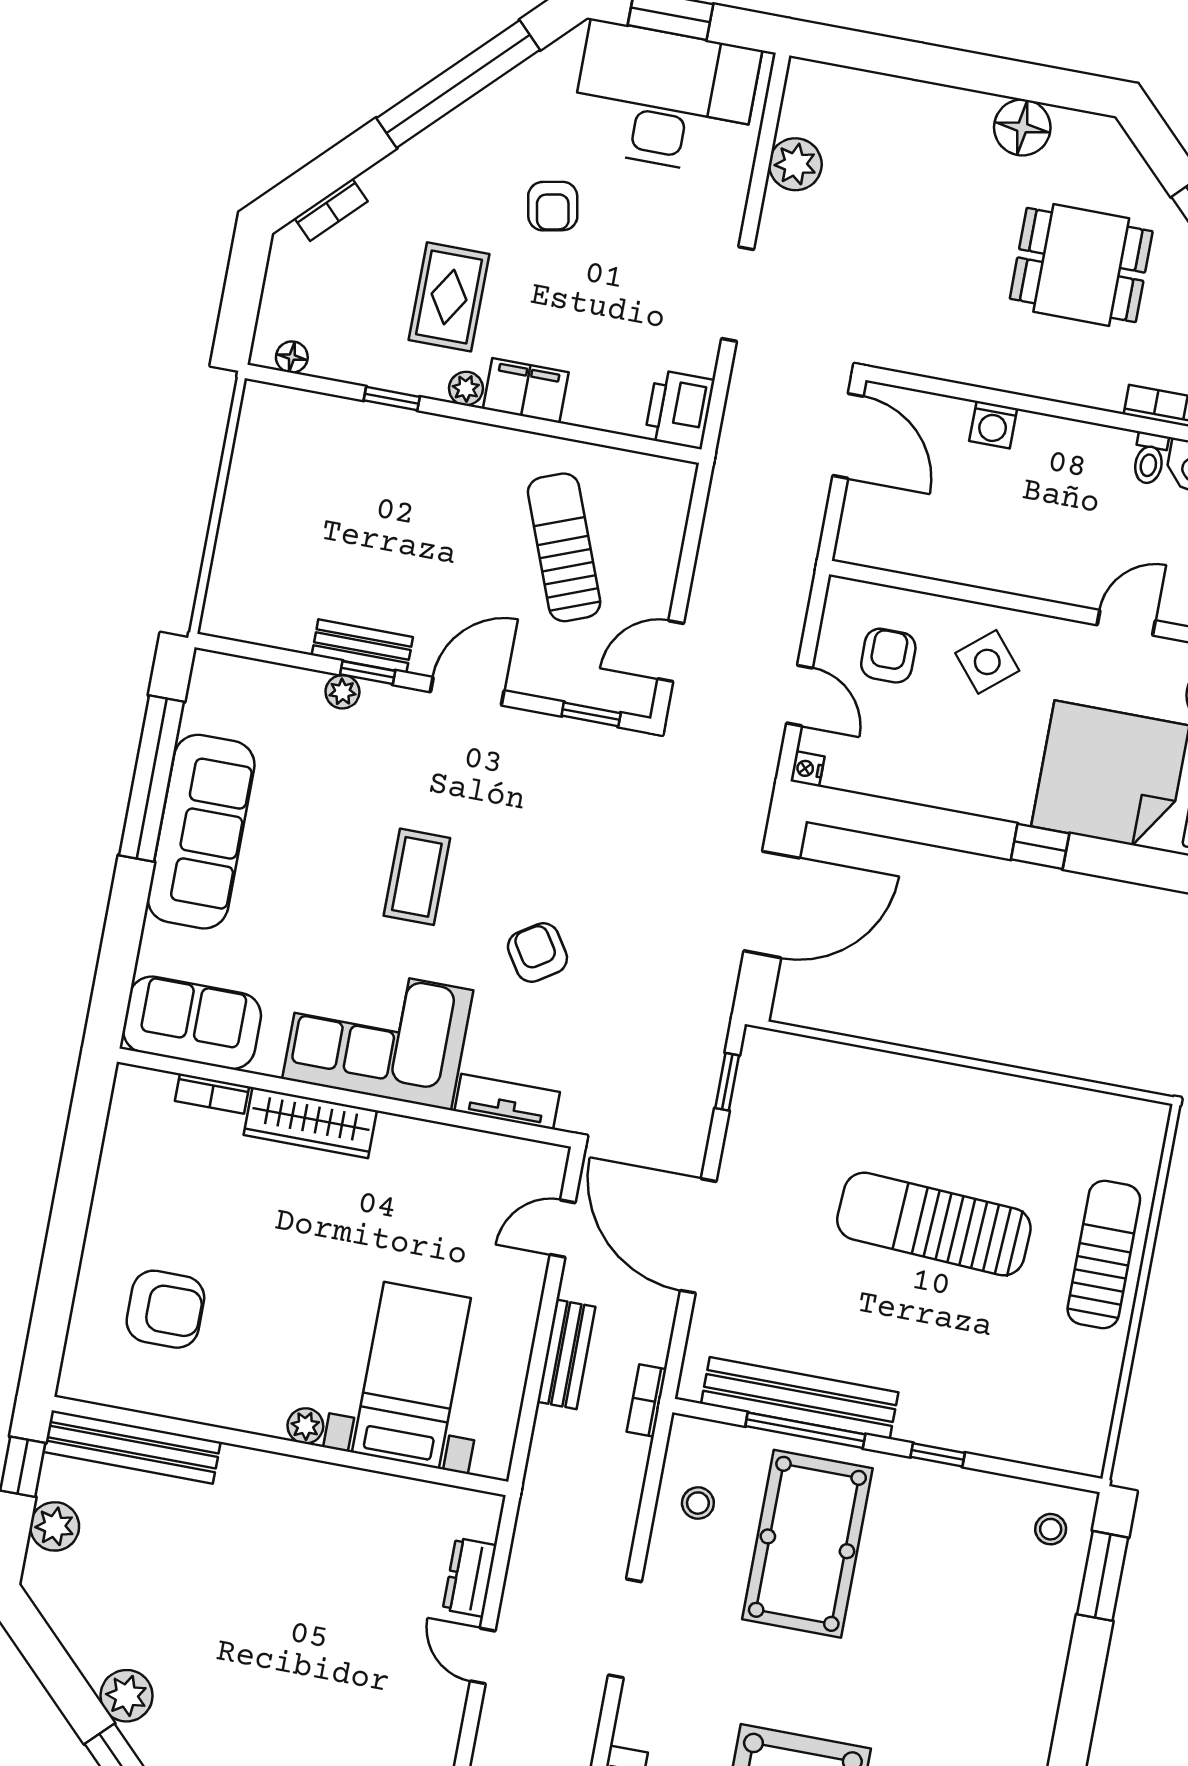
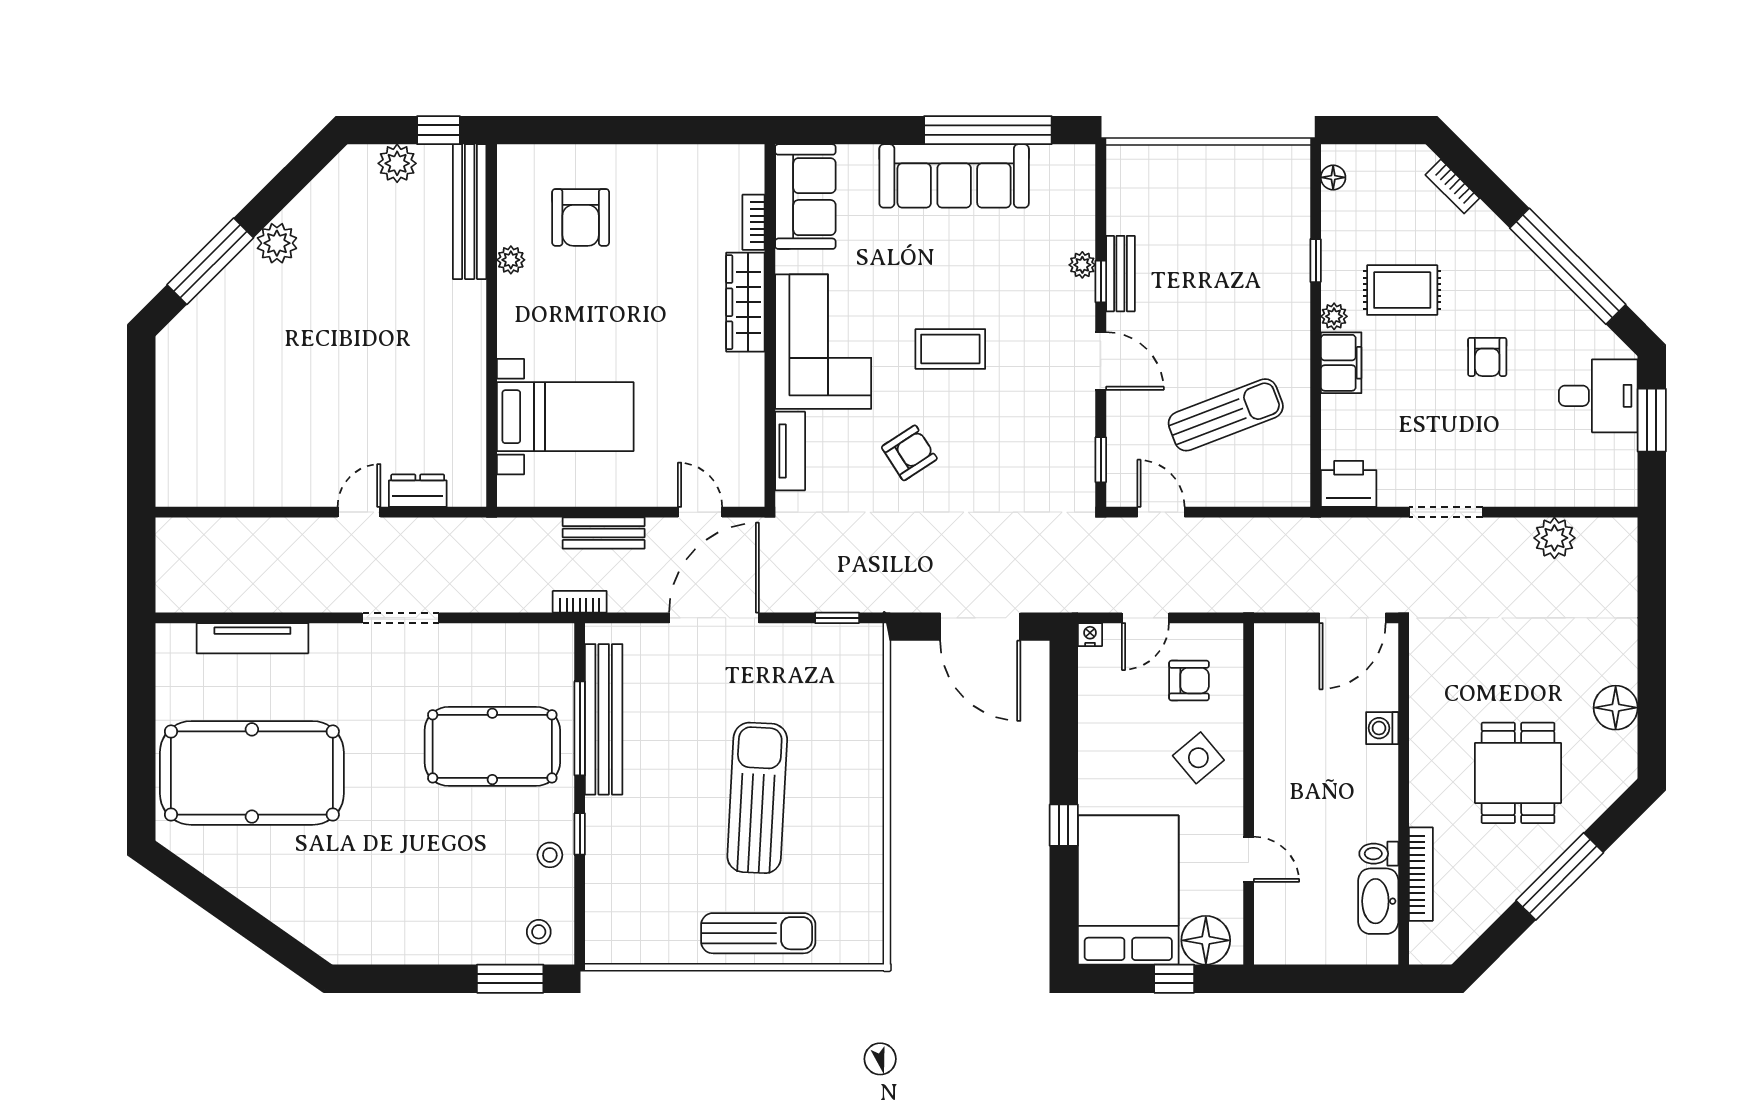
desk: (665, 98) -> (1598, 396), width x0.53, depth x0.77
armchair: (553, 206) -> (1487, 357), turned -79
plant: (305, 1426) -> (511, 260), moved
stool: (698, 1503) -> (550, 855), moved

